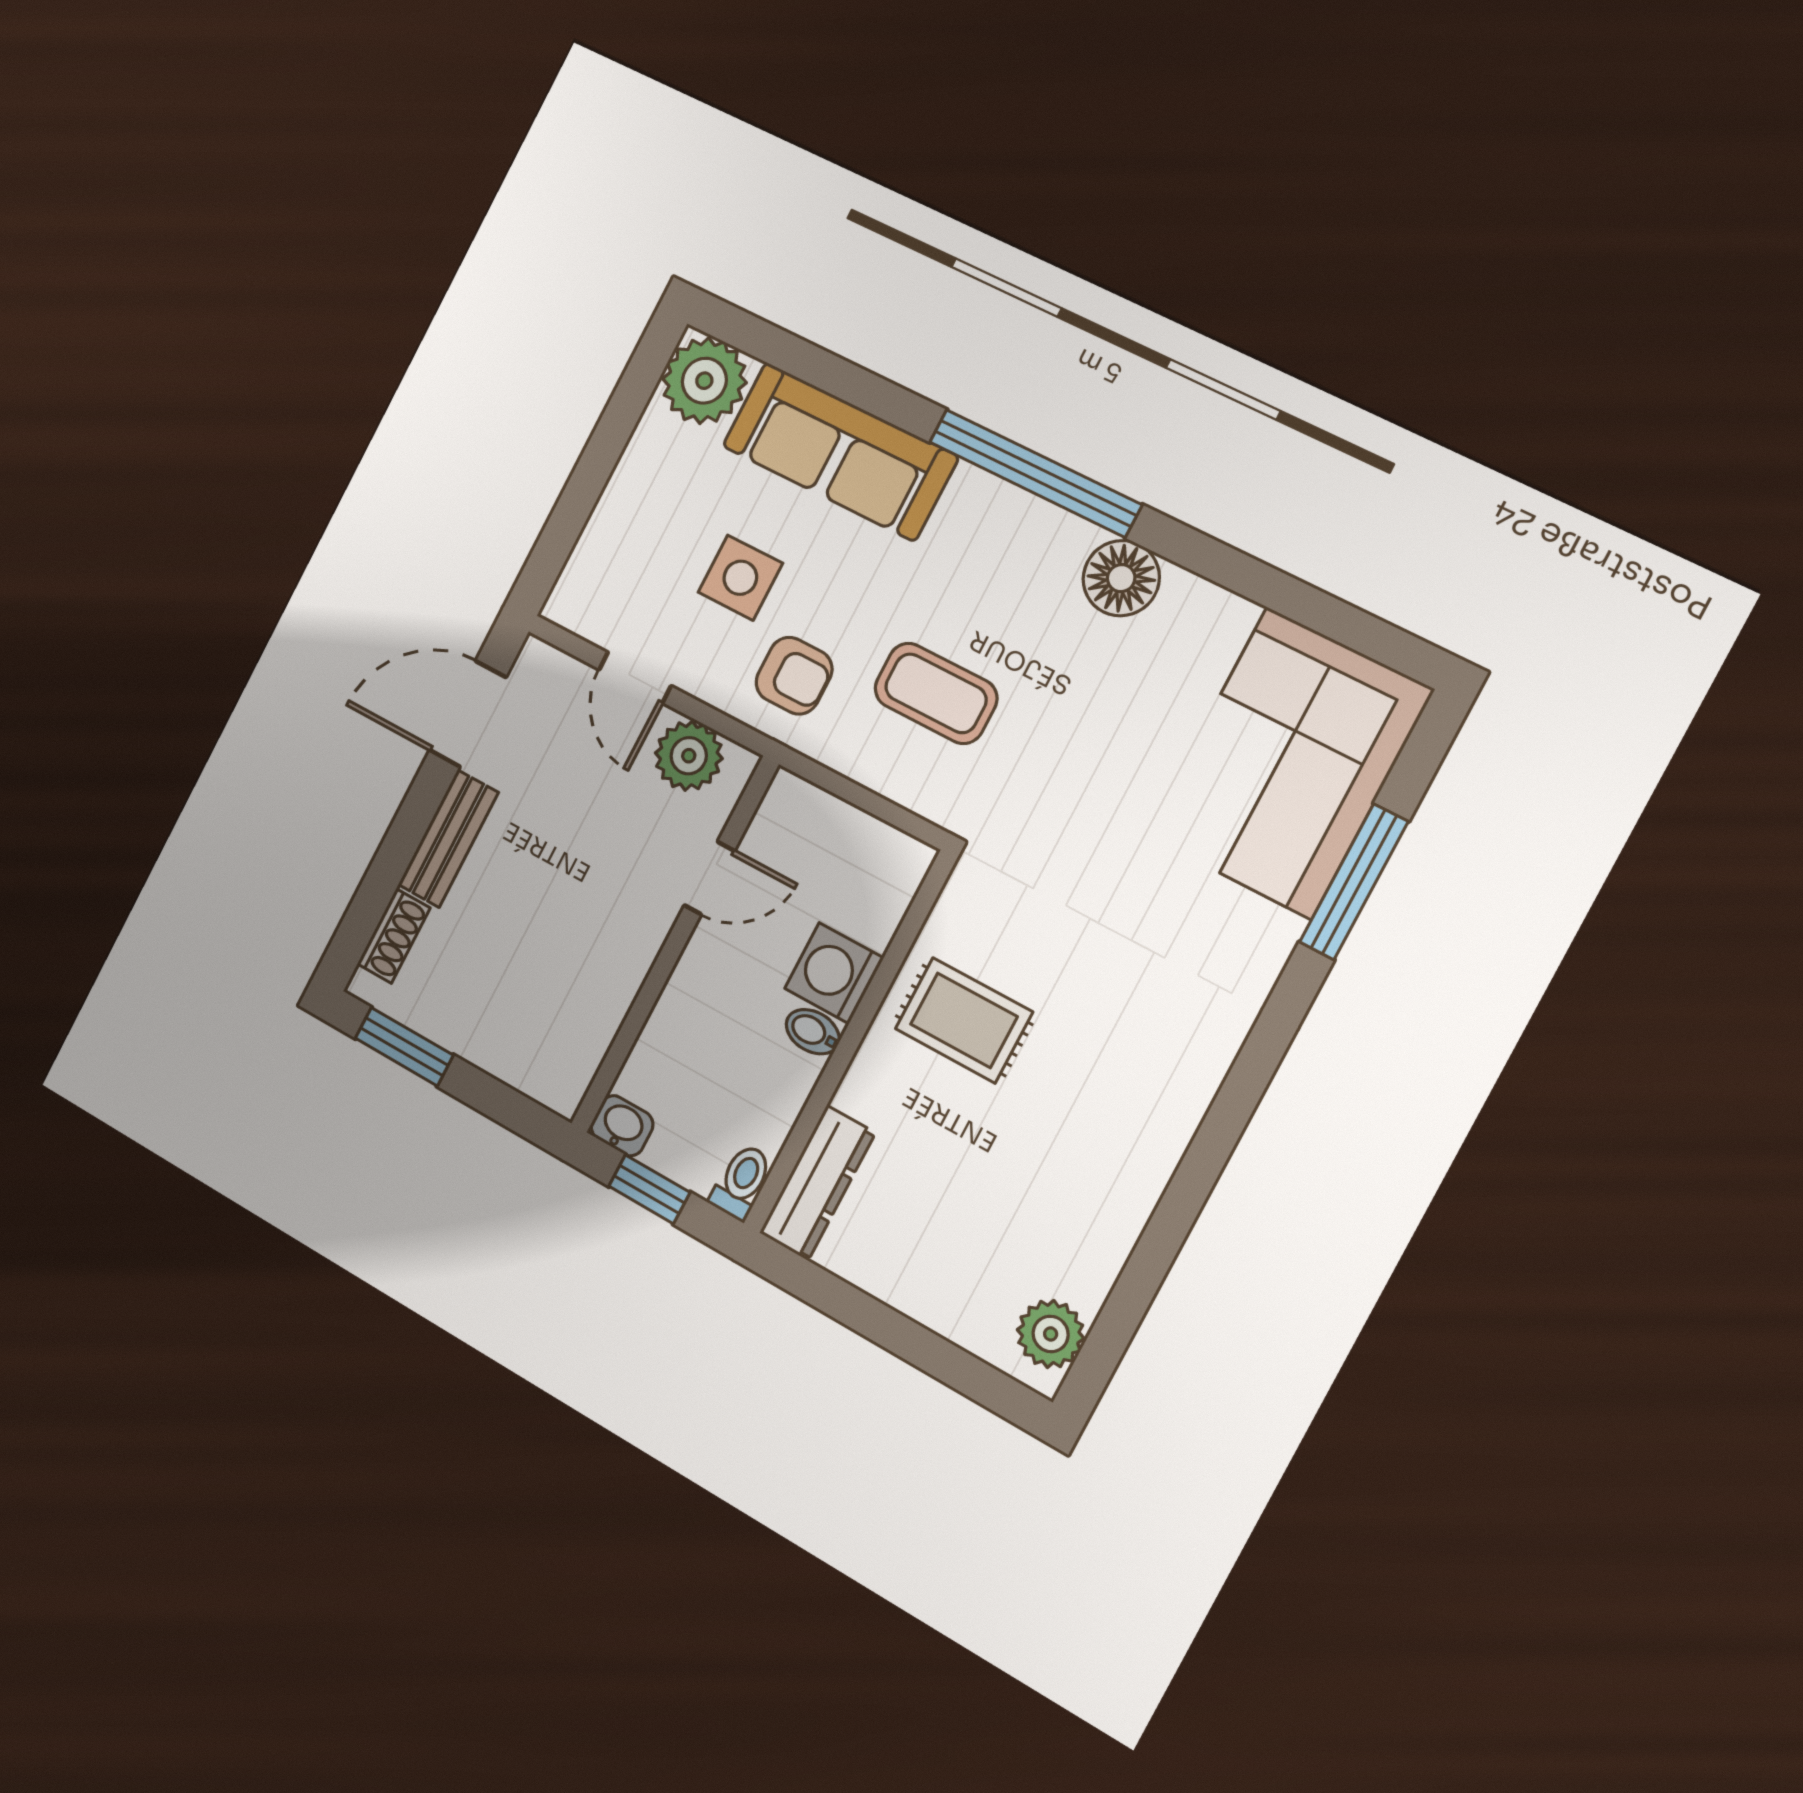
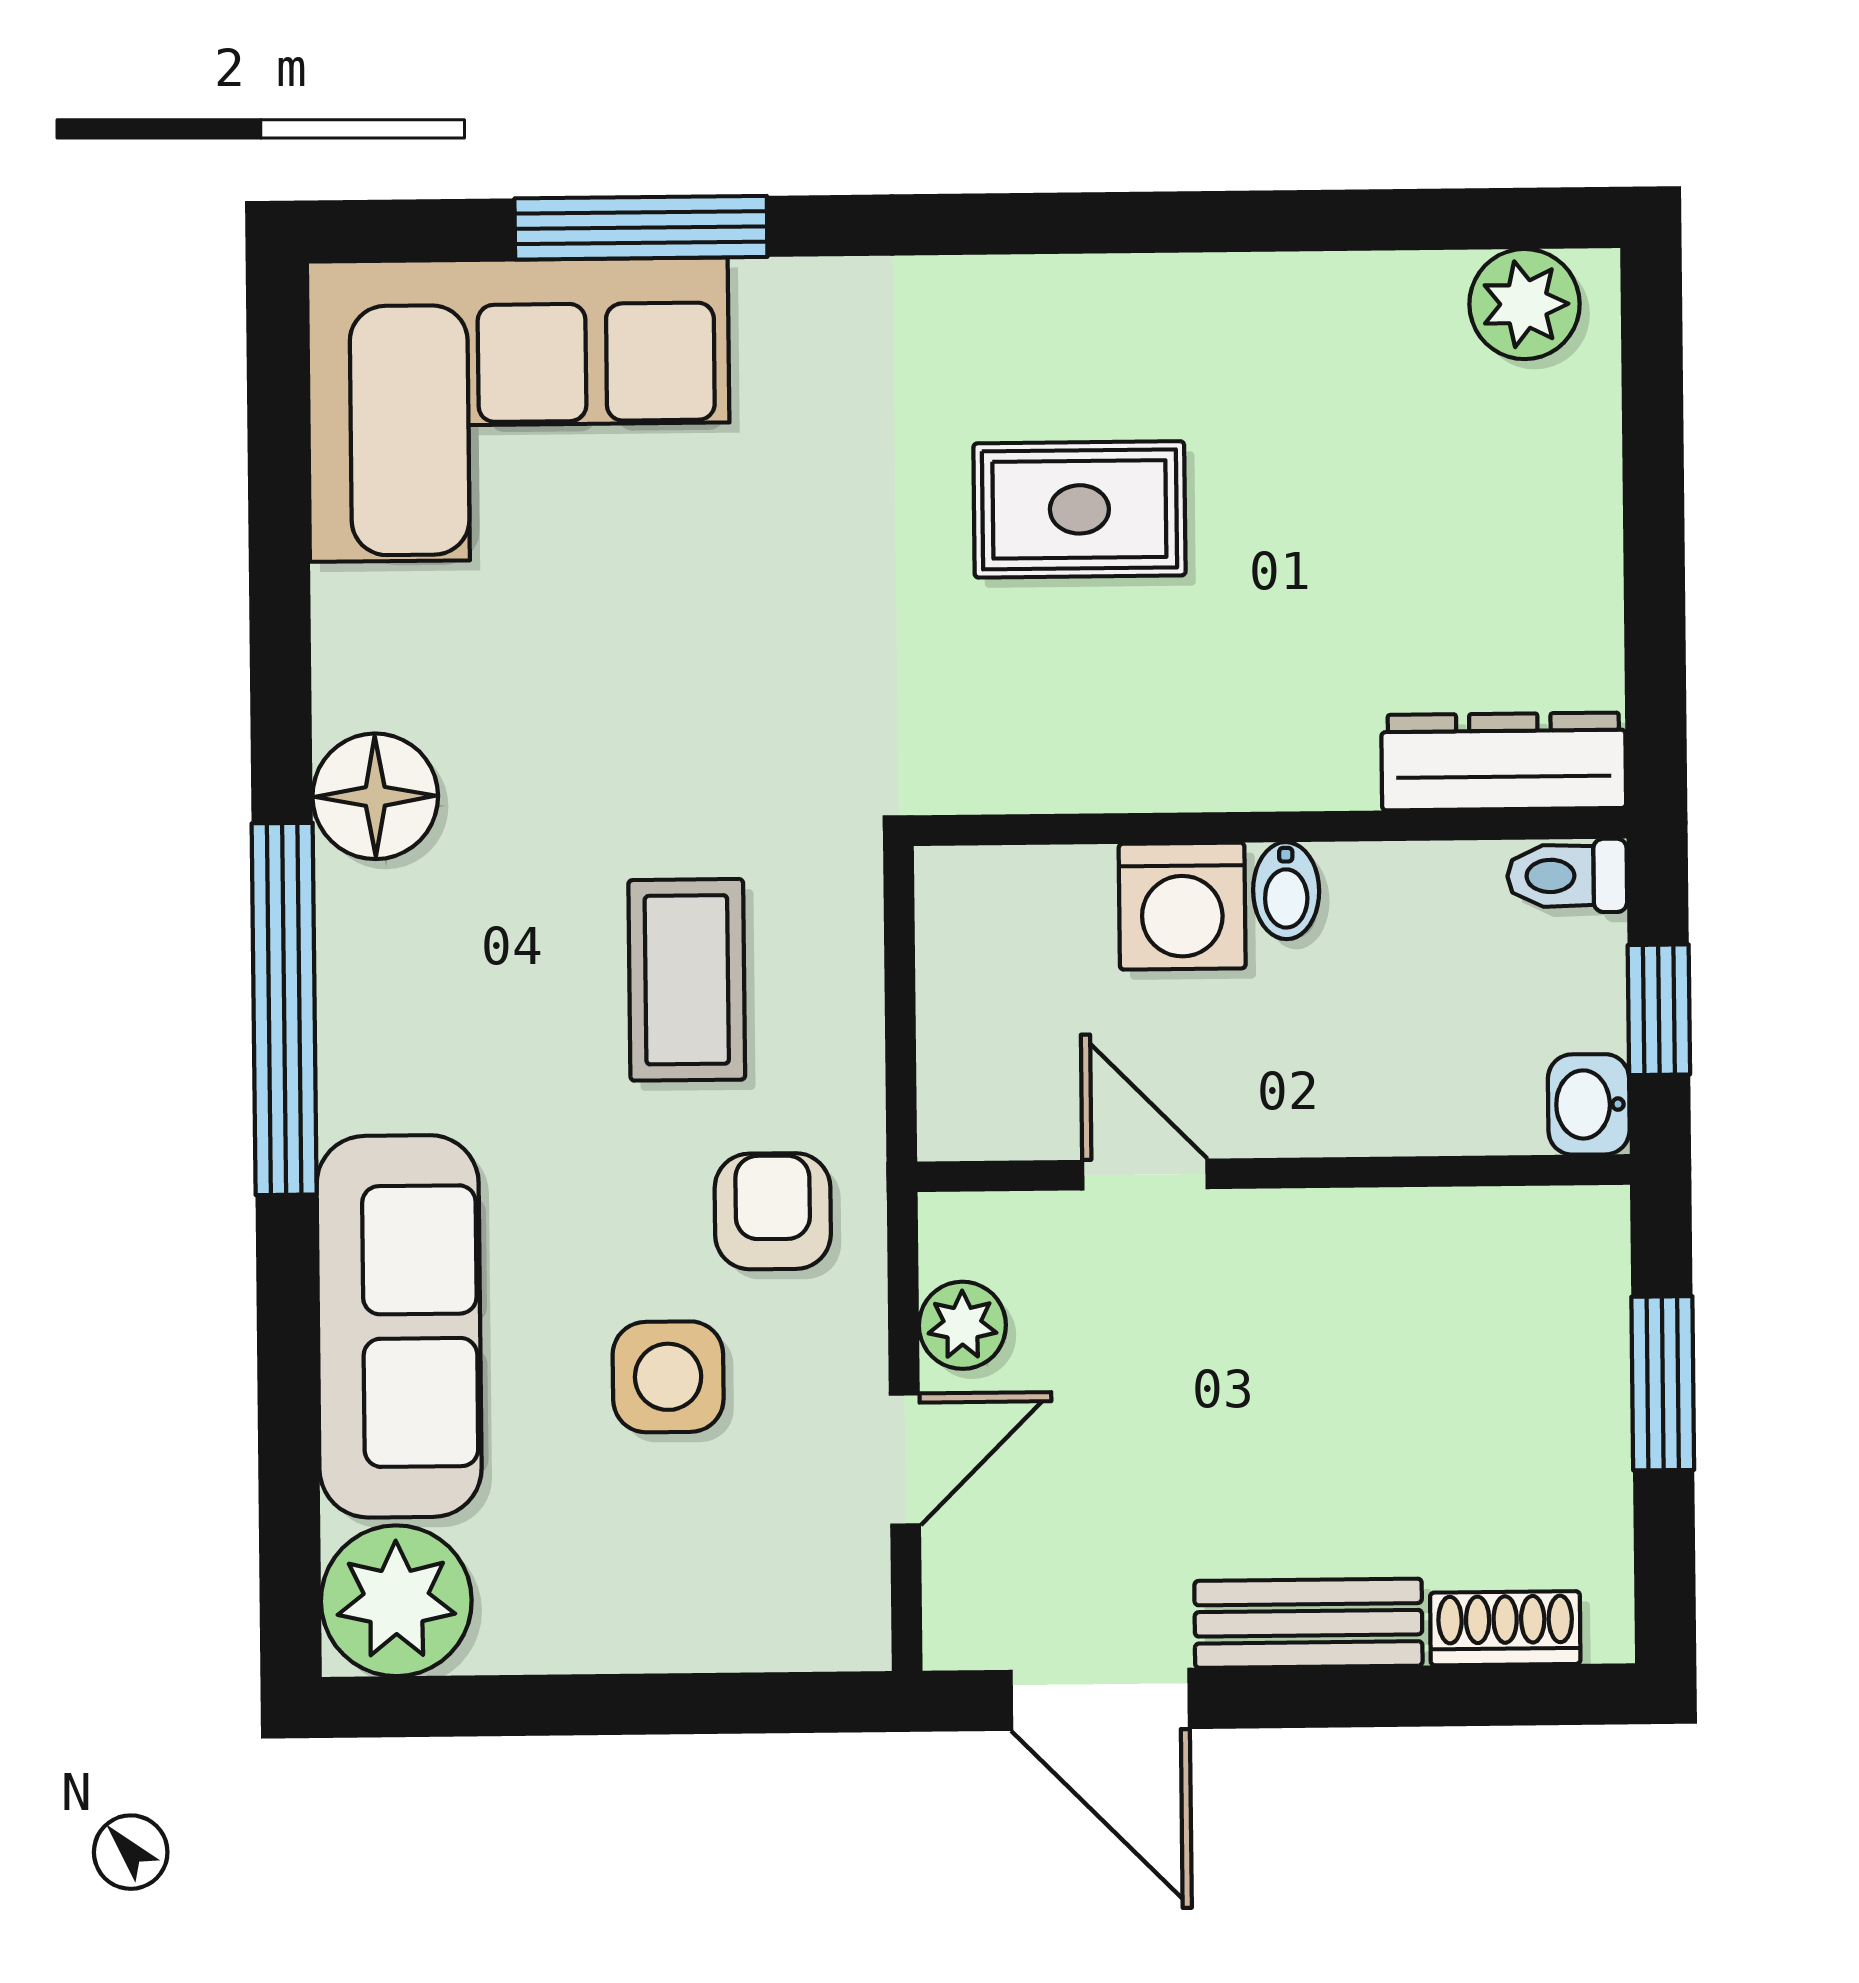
plant: (689, 756) -> (962, 1325), width x0.73, depth x0.73
rug: (964, 1020) -> (1079, 509), moved, turned 90
window: (404, 1047) -> (1663, 1383), moved

